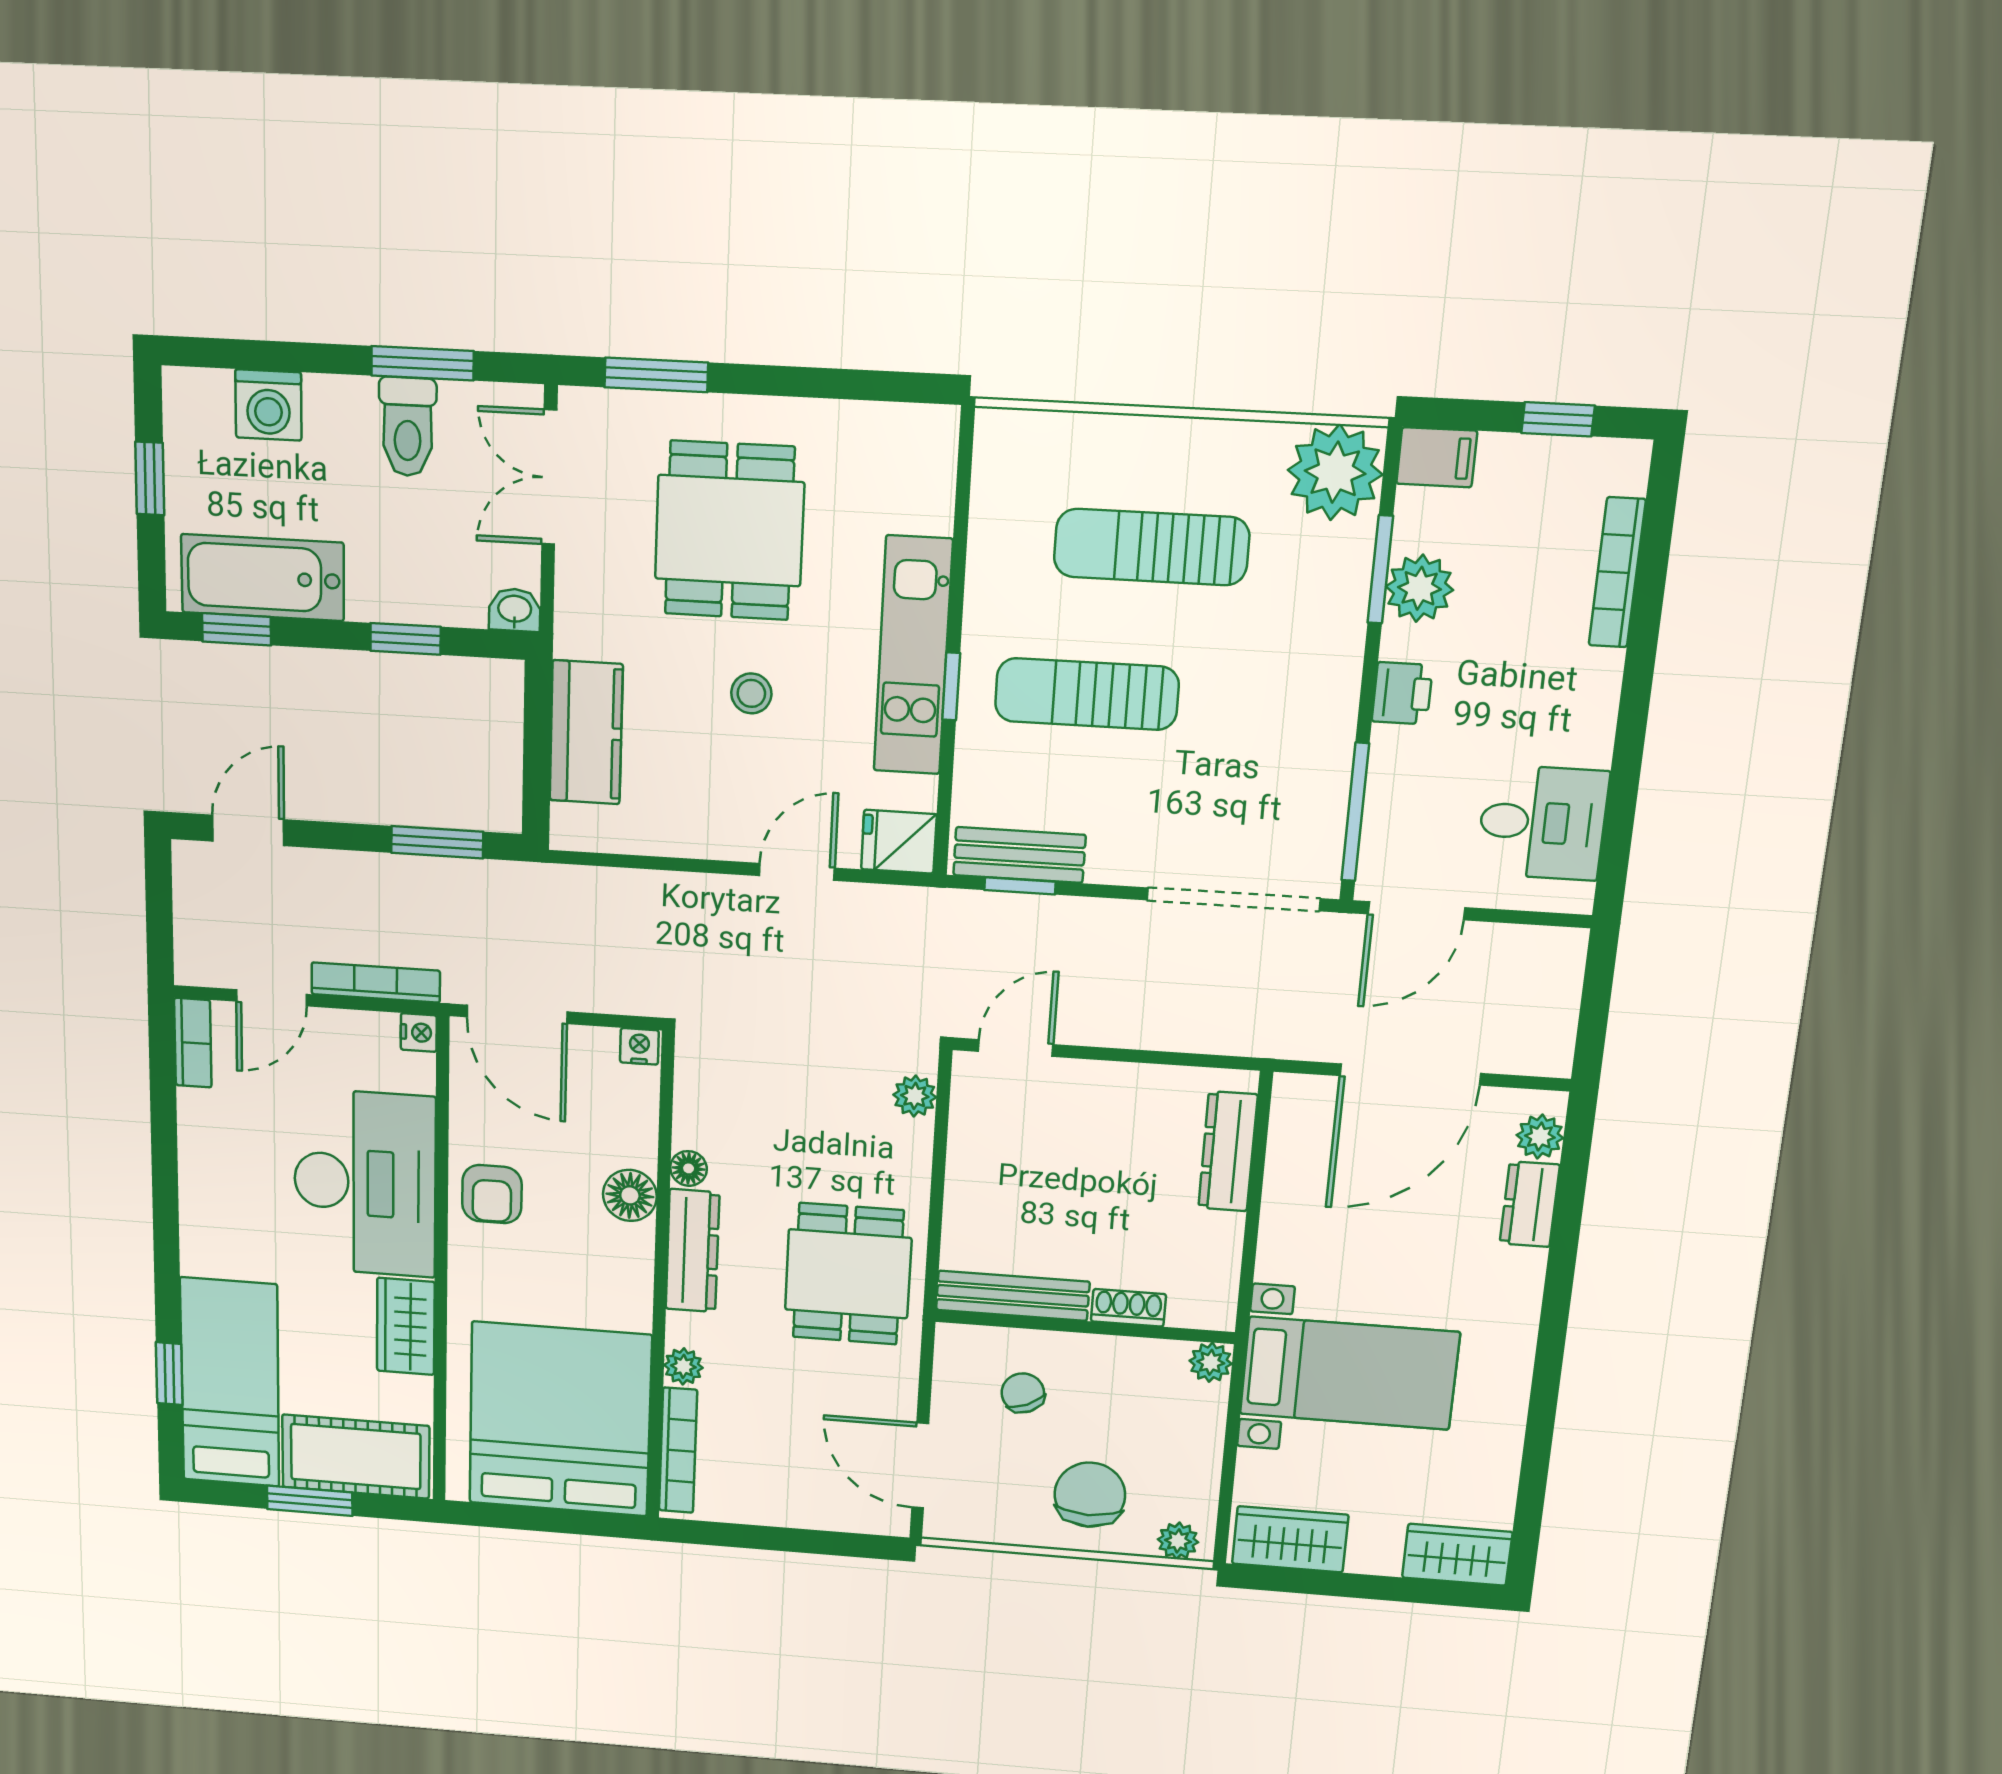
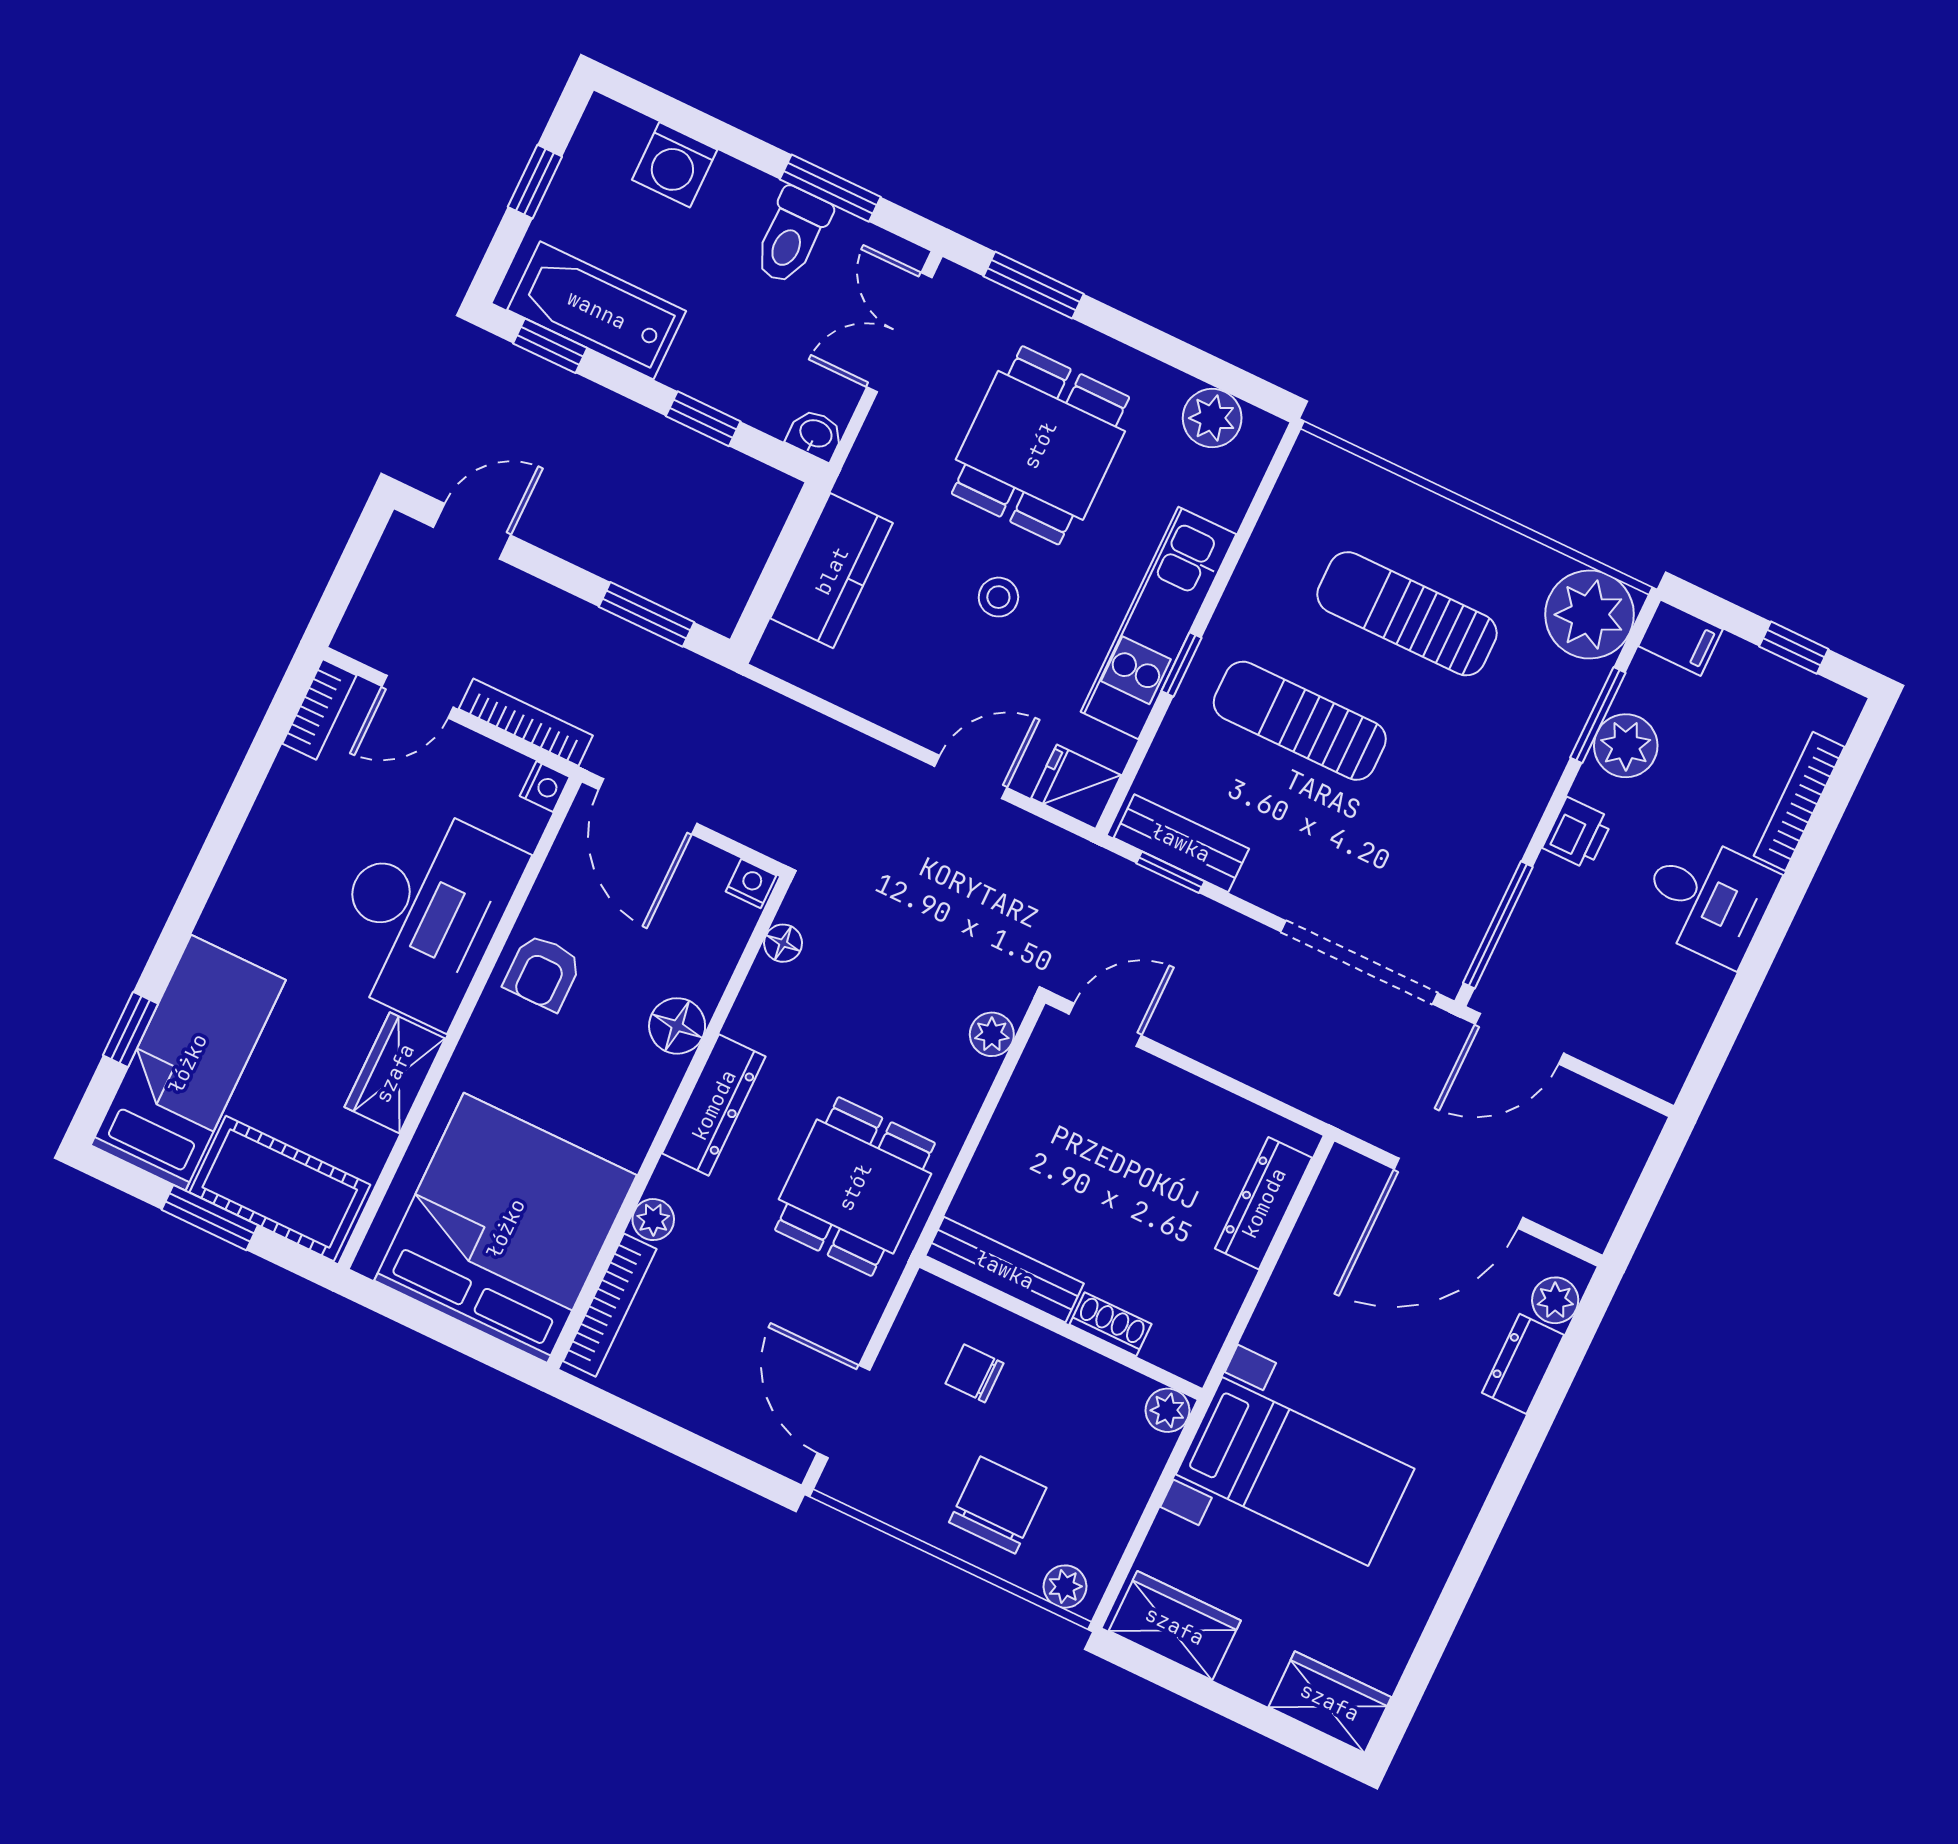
plant: (883, 433) -> (1212, 418), added
desk: (1542, 823) -> (1708, 899), moved
floor lamp: (689, 1168) -> (783, 943), moved
chair: (1023, 1393) -> (975, 1373), turned -66

